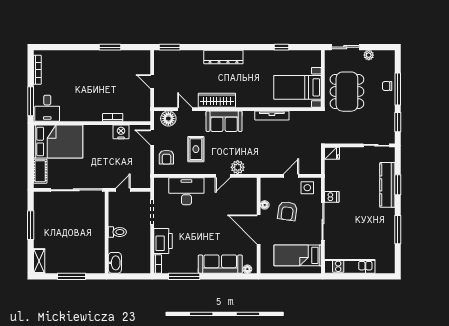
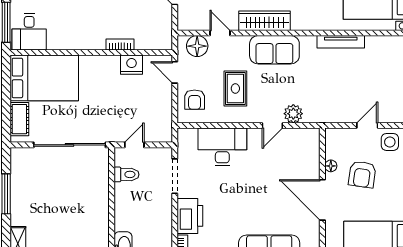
toilet: (117, 232) -> (126, 174), moved

